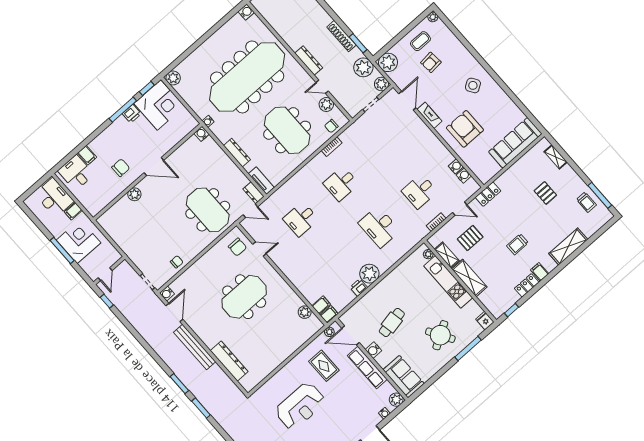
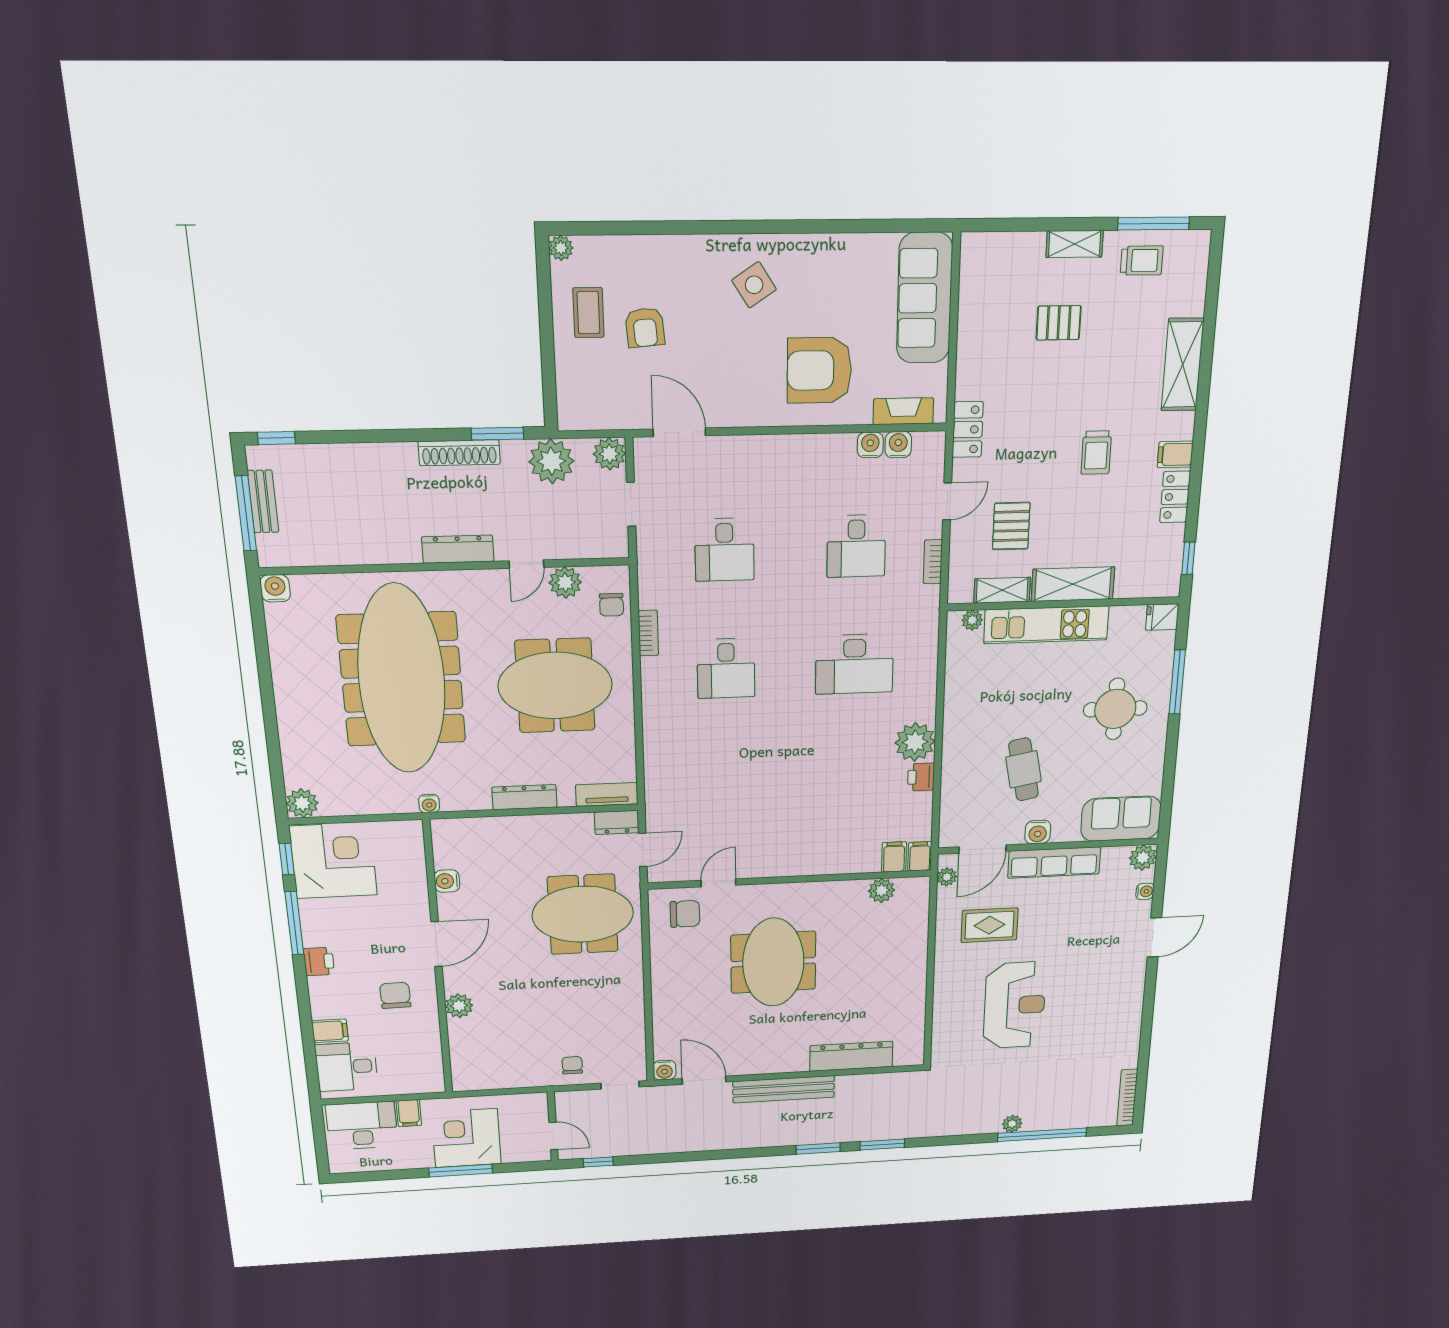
plant: (388, 62) -> (579, 408), removed
printer: (132, 114) -> (319, 962), moved
fireplace: (429, 115) -> (903, 411), moved
water cooler: (202, 134) -> (447, 881), moved
shelving: (556, 157) -> (1075, 244), moved
desk: (301, 219) -> (724, 550), moved
chair: (177, 262) -> (572, 1065), moved
round table: (440, 335) -> (1115, 709), turned 31

